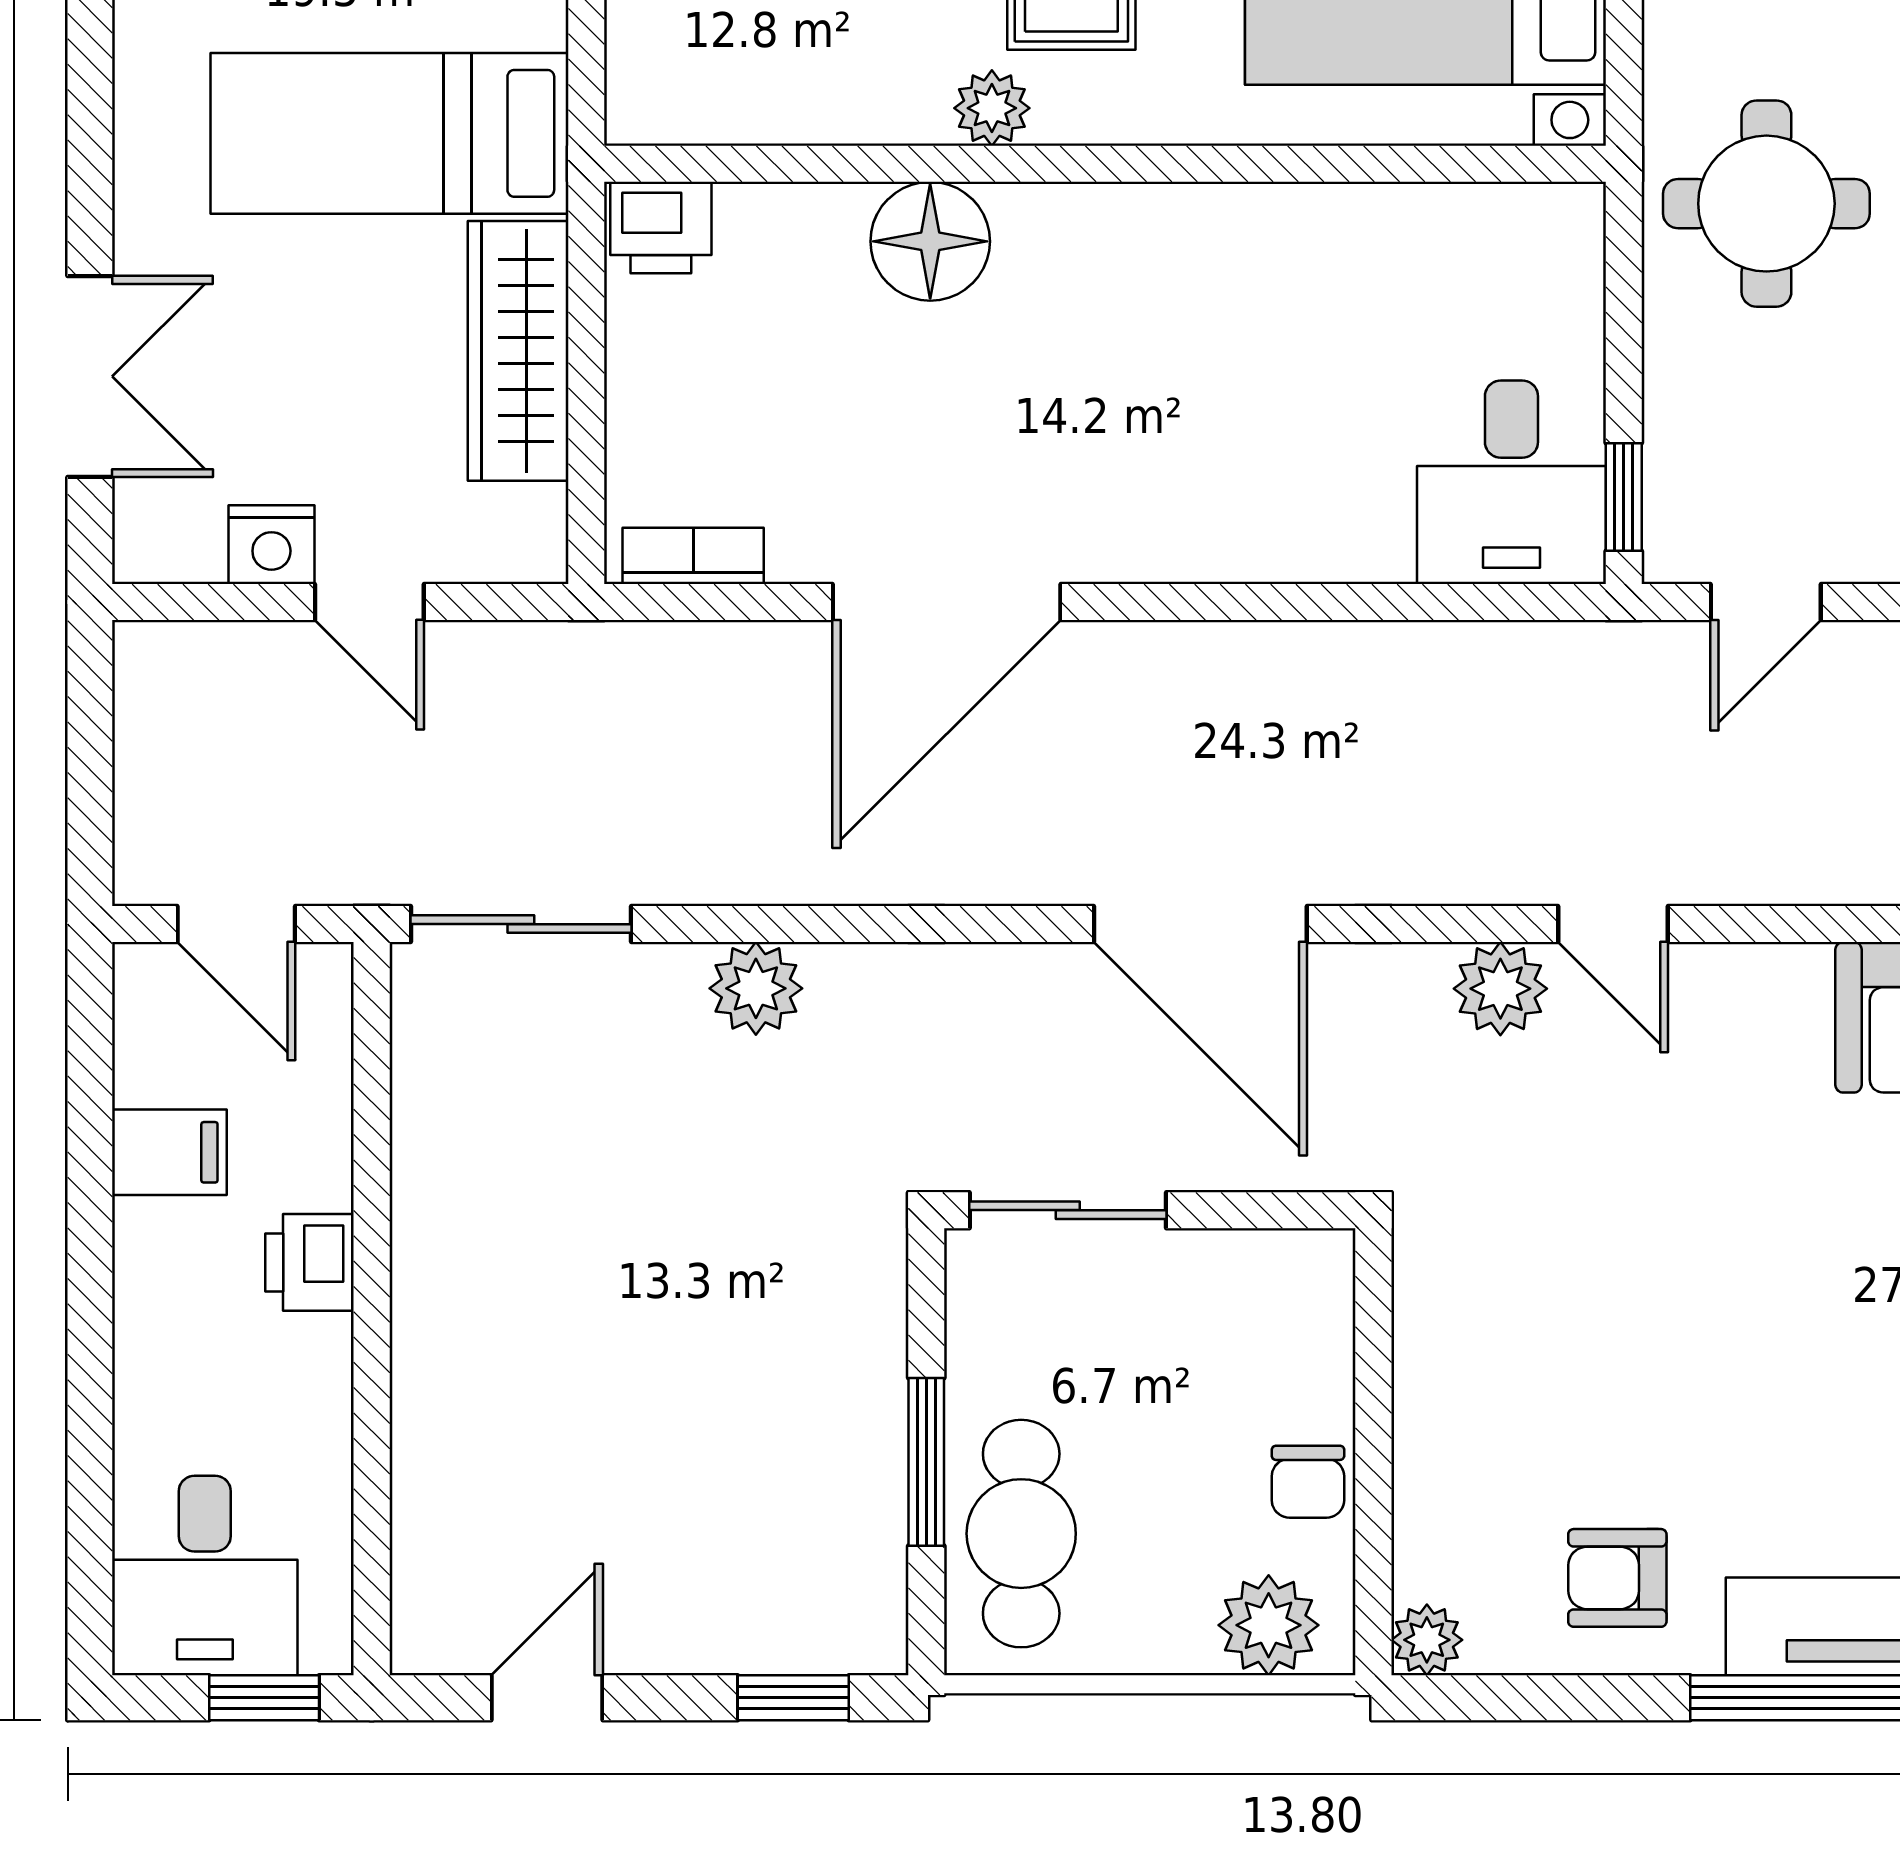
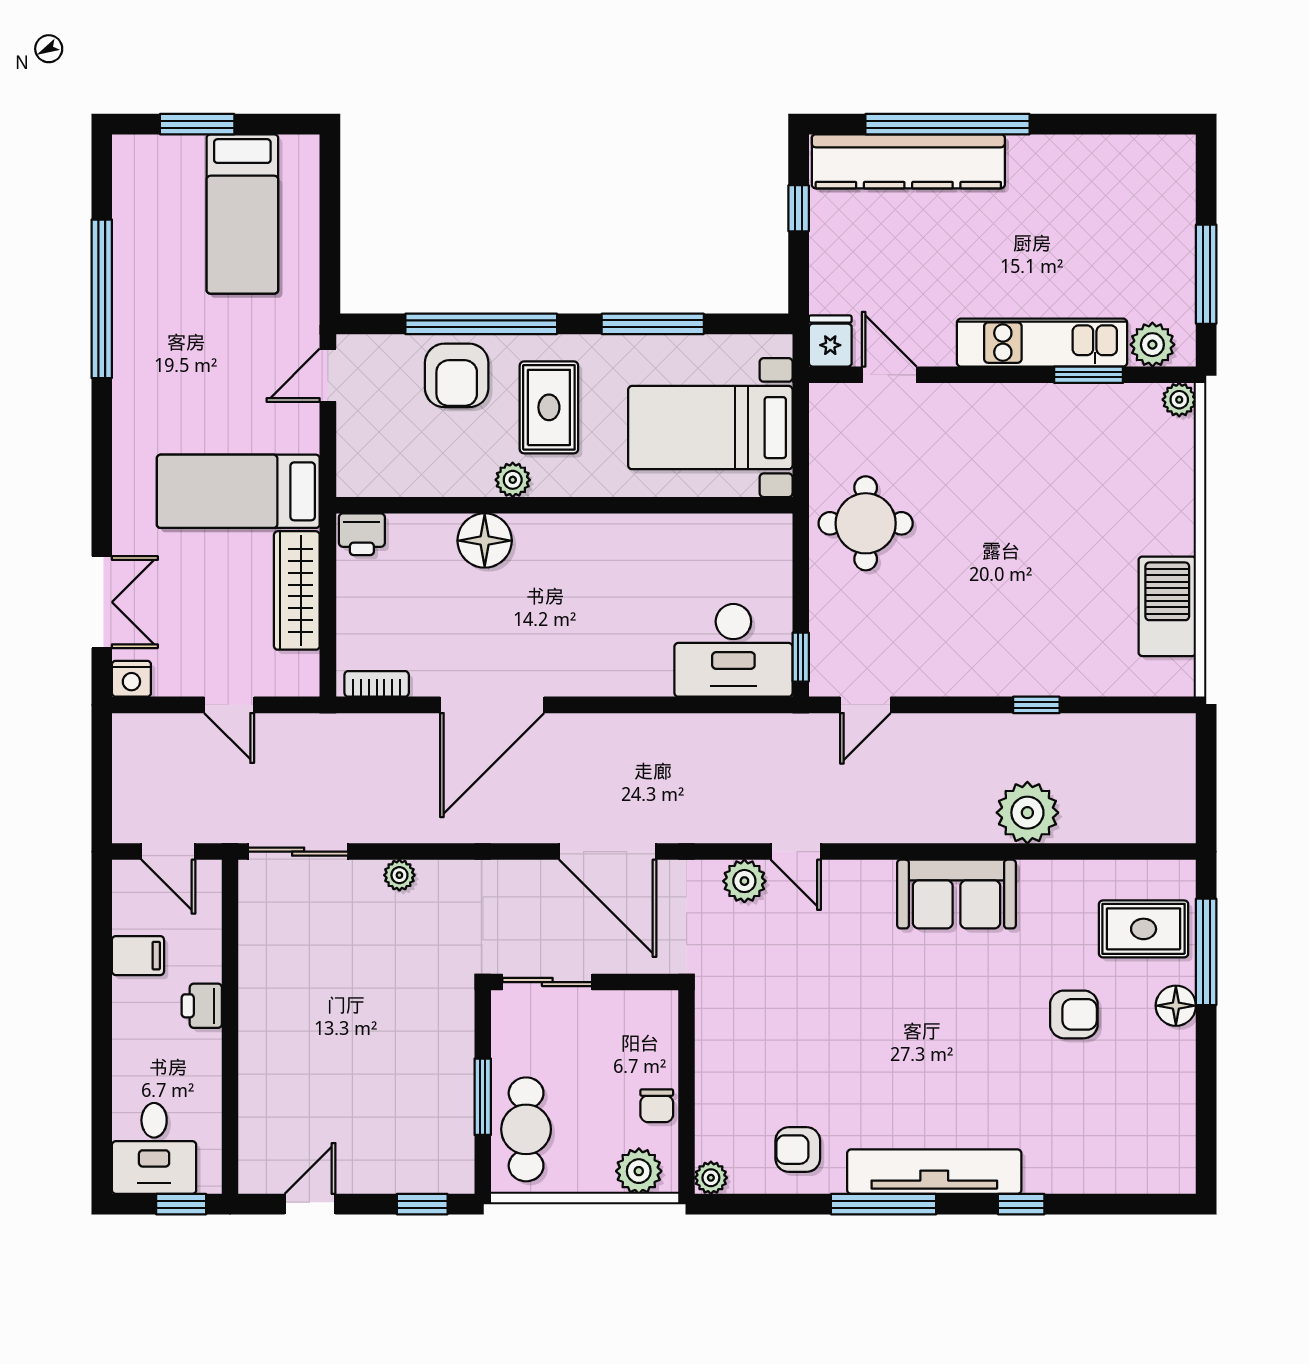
desk: (1511, 482) -> (733, 650), width x1.37
nightstand: (271, 545) -> (131, 679), moved
plant: (756, 988) -> (399, 875), width x0.73, depth x0.73

